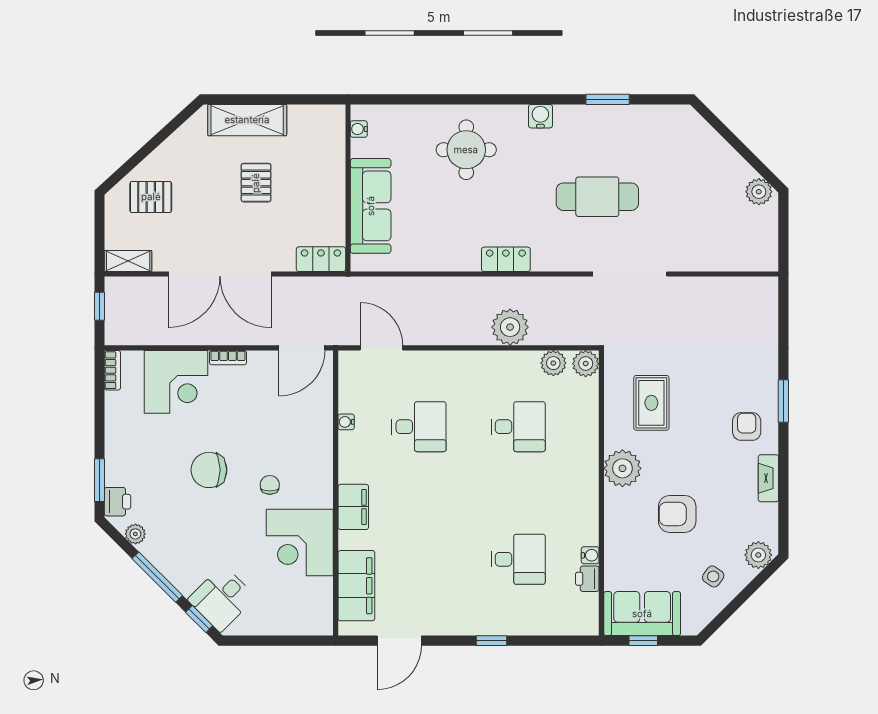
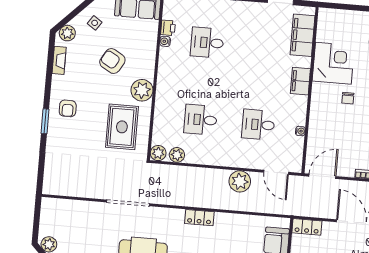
plant: (510, 327) -> (240, 181), moved
rug: (651, 403) -> (122, 127), width x1.36, depth x1.43
fireplace: (768, 478) -> (59, 60), moved
armchair: (677, 514) -> (112, 61), turned -150

